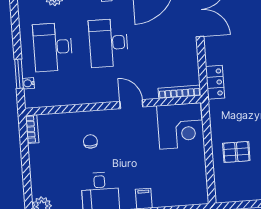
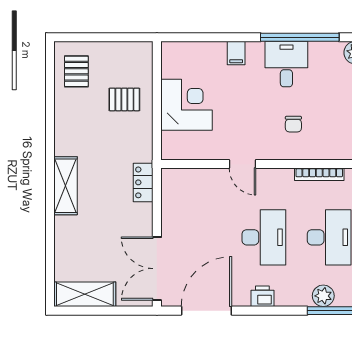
bookcase: (179, 92) -> (319, 174), moved
corner desk: (180, 126) -> (186, 105), moved, turned 90

